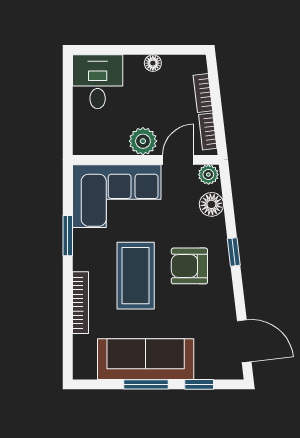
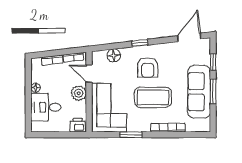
desk: (98, 82) -> (46, 107), moved
printer: (85, 139) -> (78, 125), added
plant: (208, 175) -> (97, 57), removed

